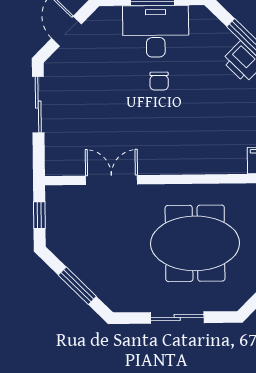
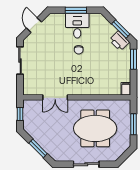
desk: (156, 31) -> (77, 26), width x0.73
double door: (111, 180) -> (55, 97), swing flipped

